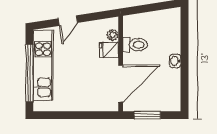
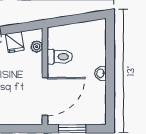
fridge: (109, 50) -> (15, 42), moved, turned -99

